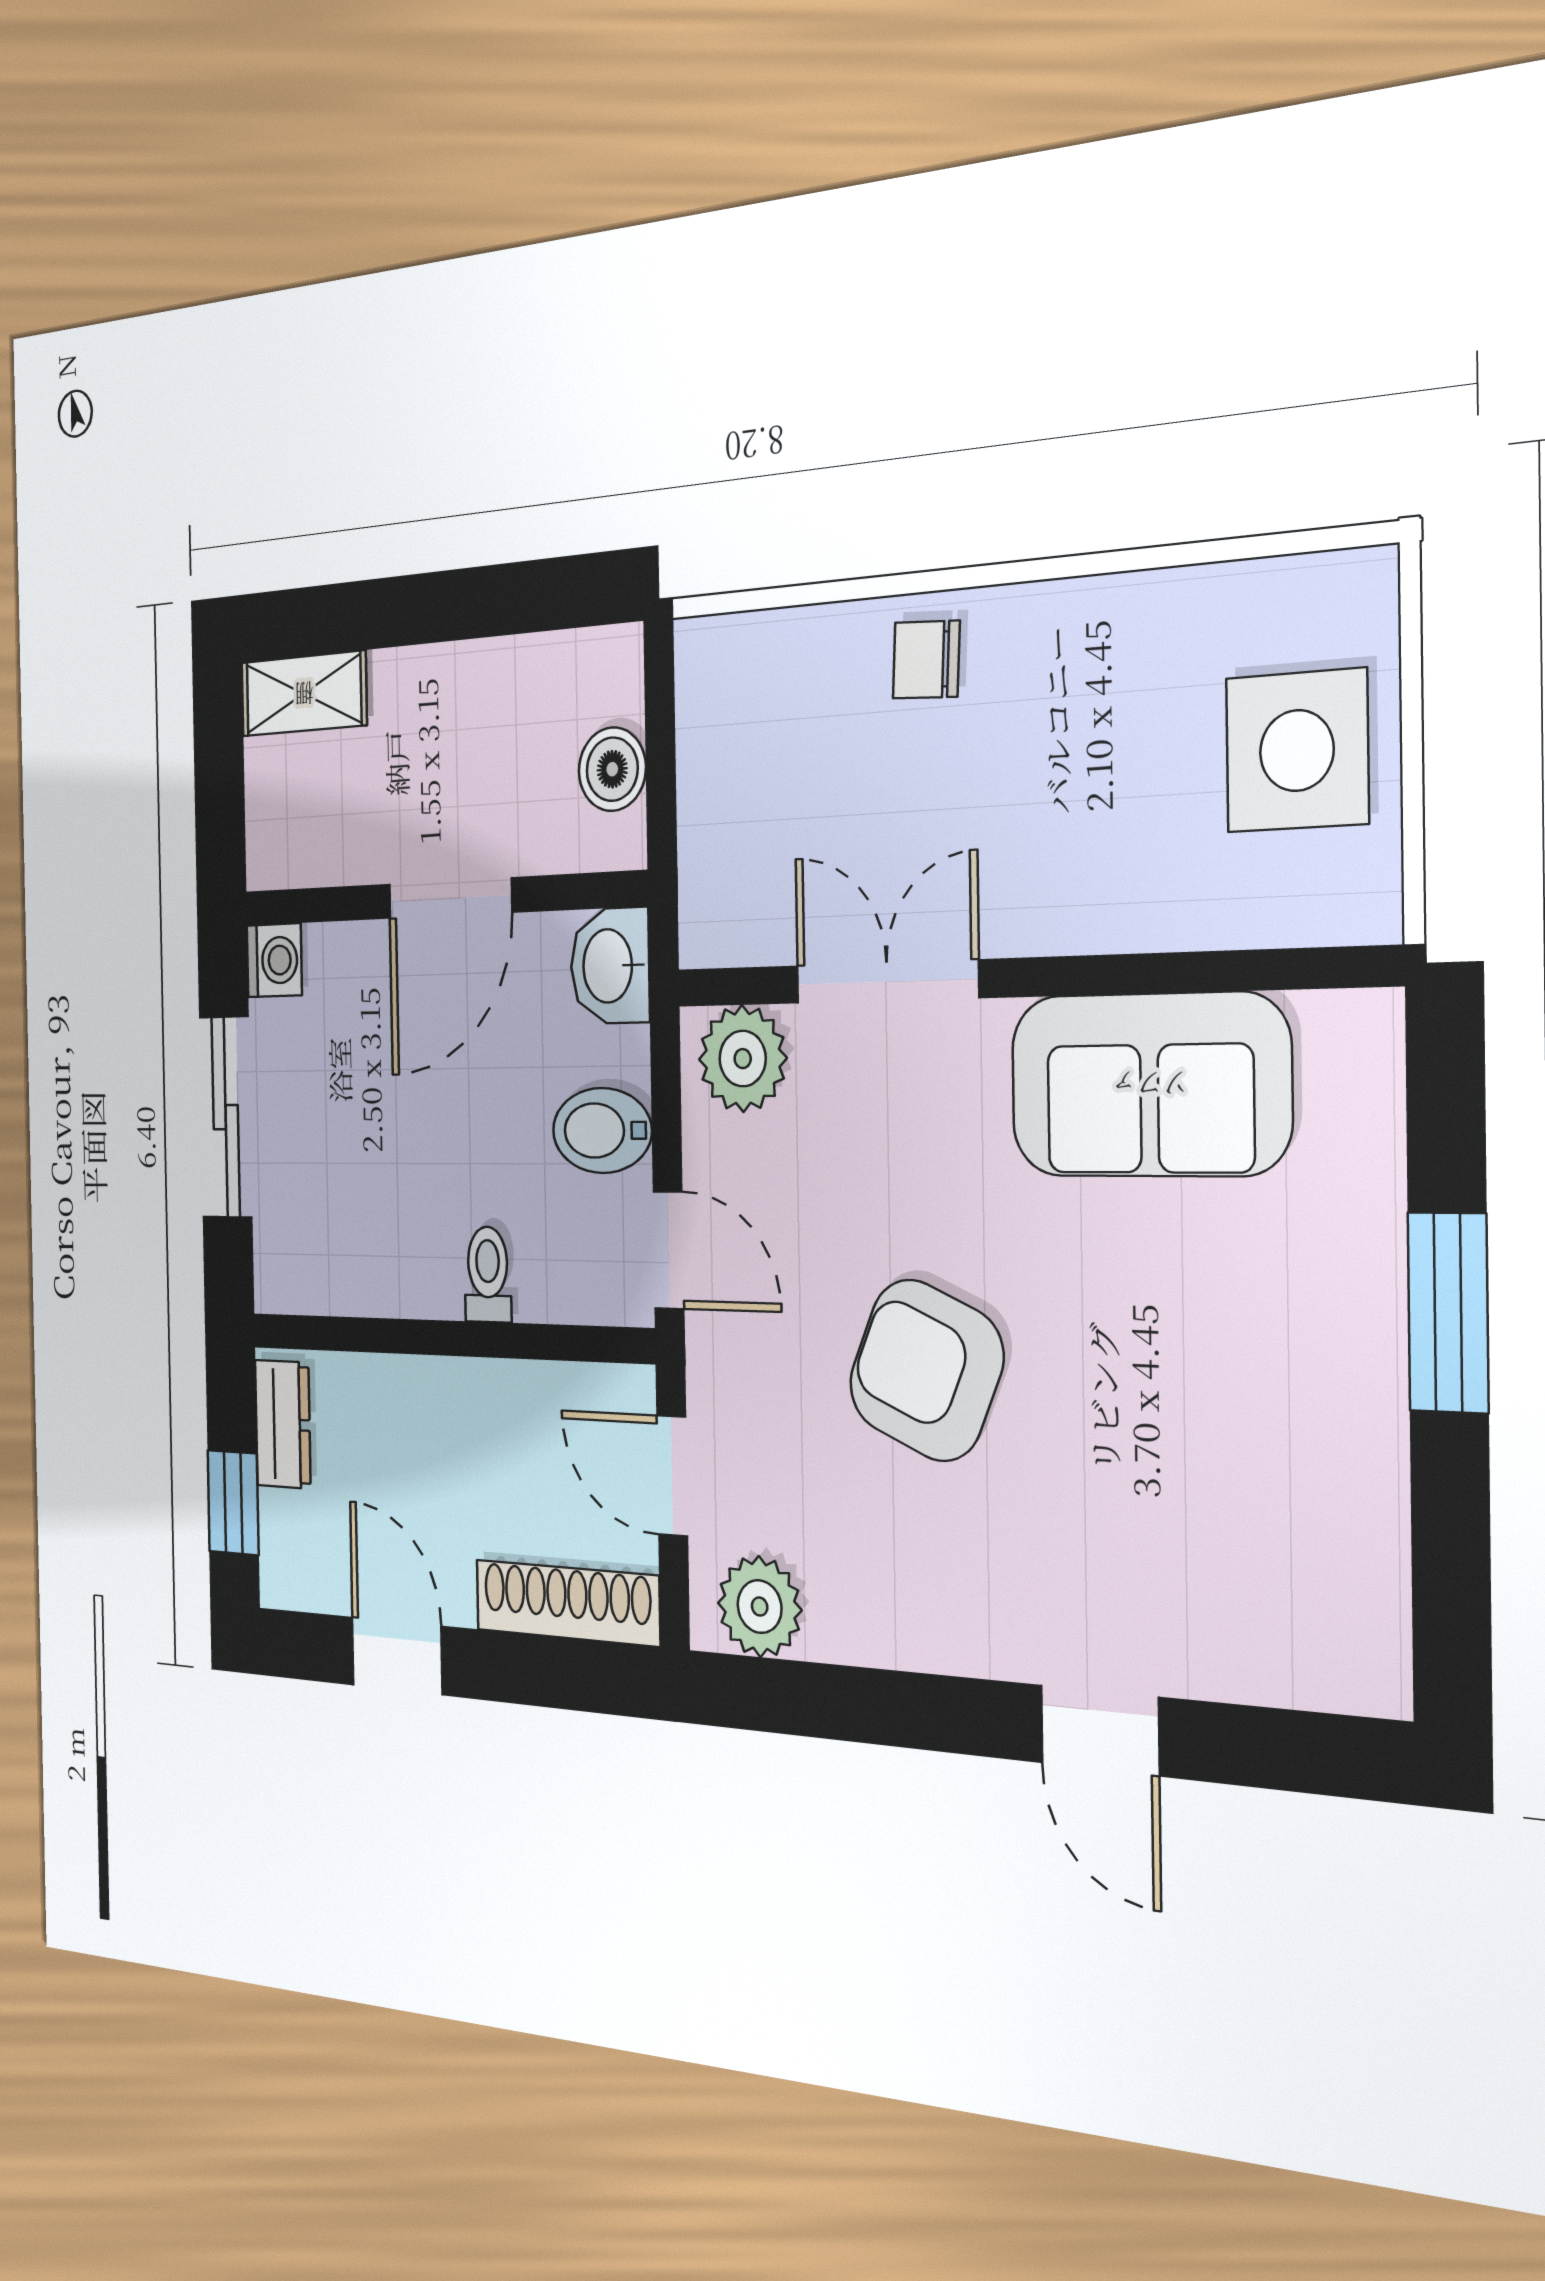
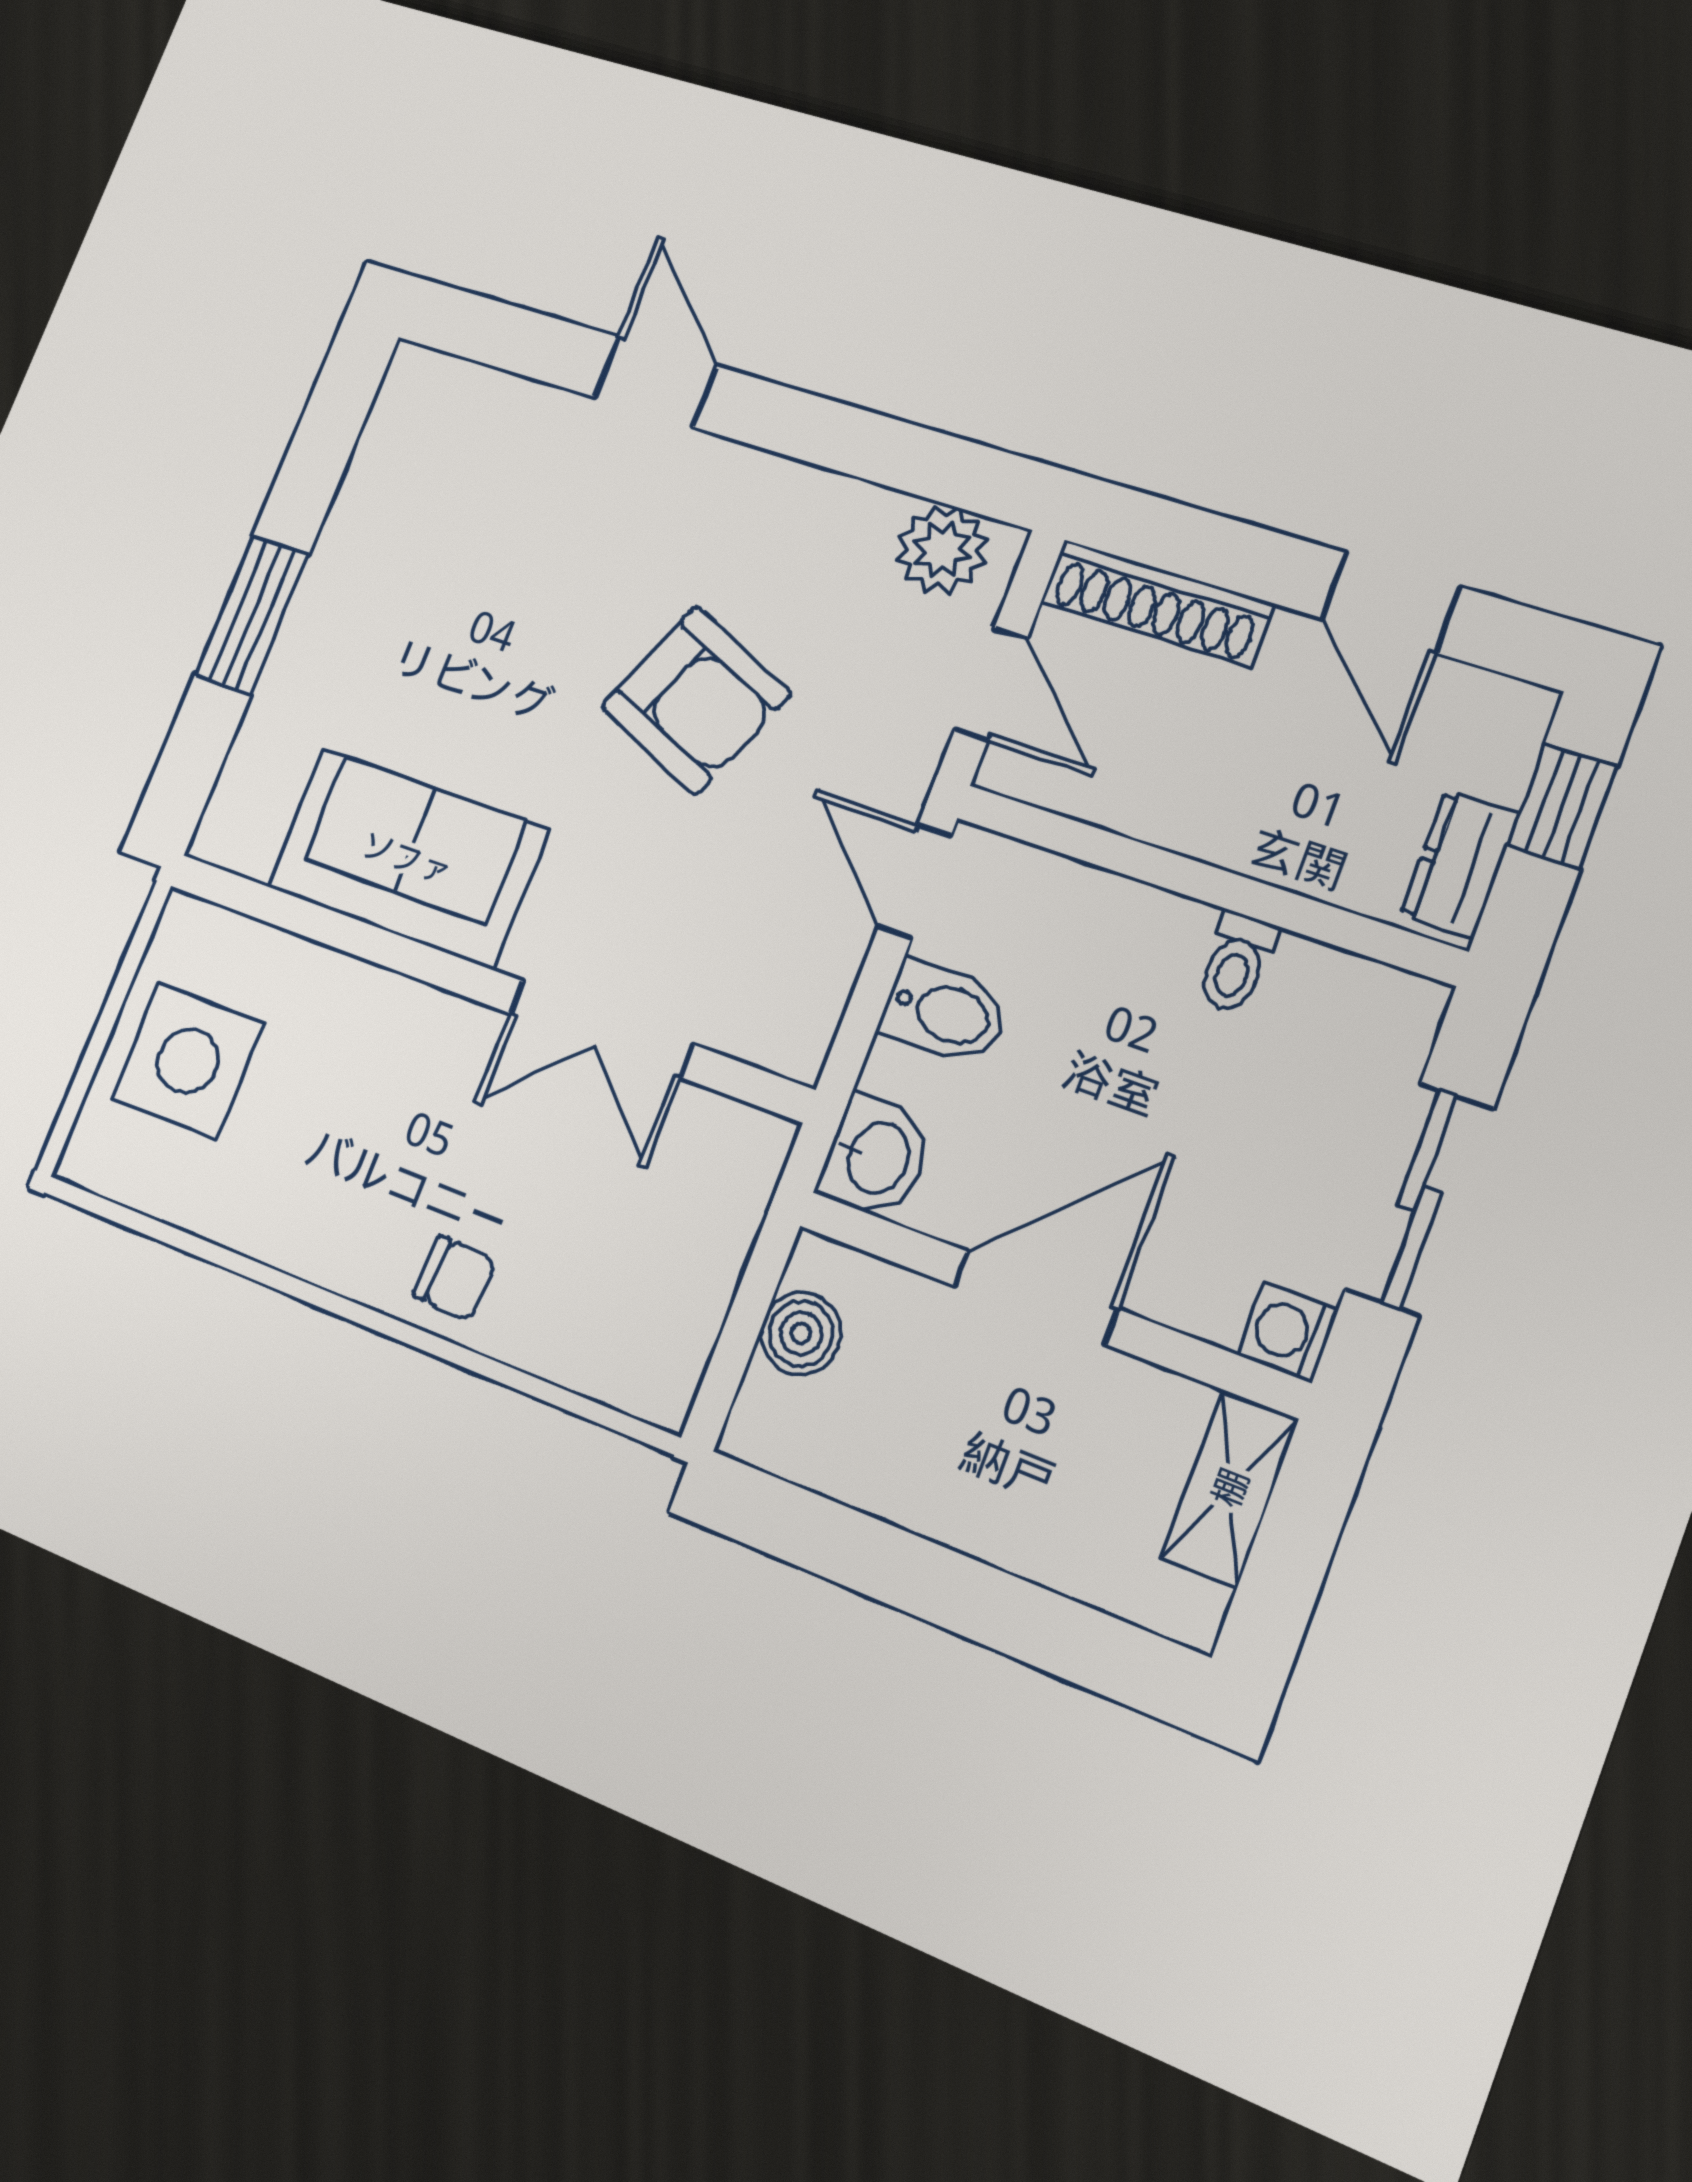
shelving: (304, 694) -> (1230, 1488), moved, turned 90
plant: (743, 1059) -> (769, 1019), removed
toilet: (488, 1274) -> (1236, 962), moved

